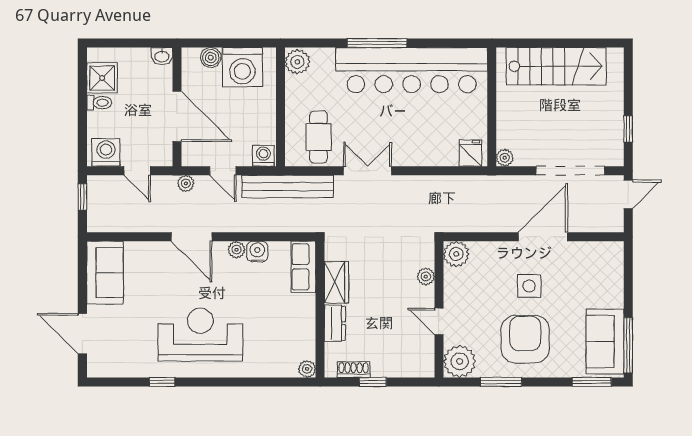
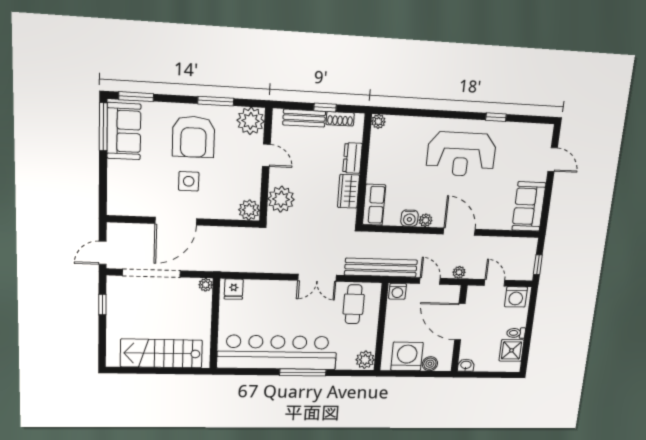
plant: (426, 277) -> (281, 199), width x1.88, depth x1.88
door: (82, 334) -> (553, 160), width x0.73
bench: (397, 368) -> (304, 118), added

